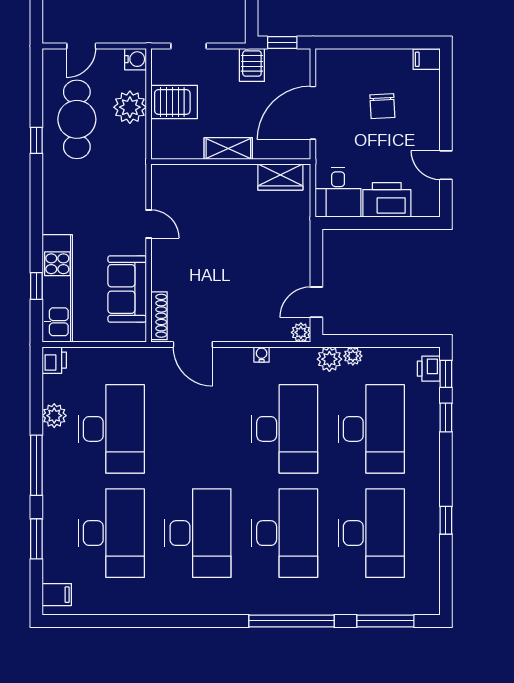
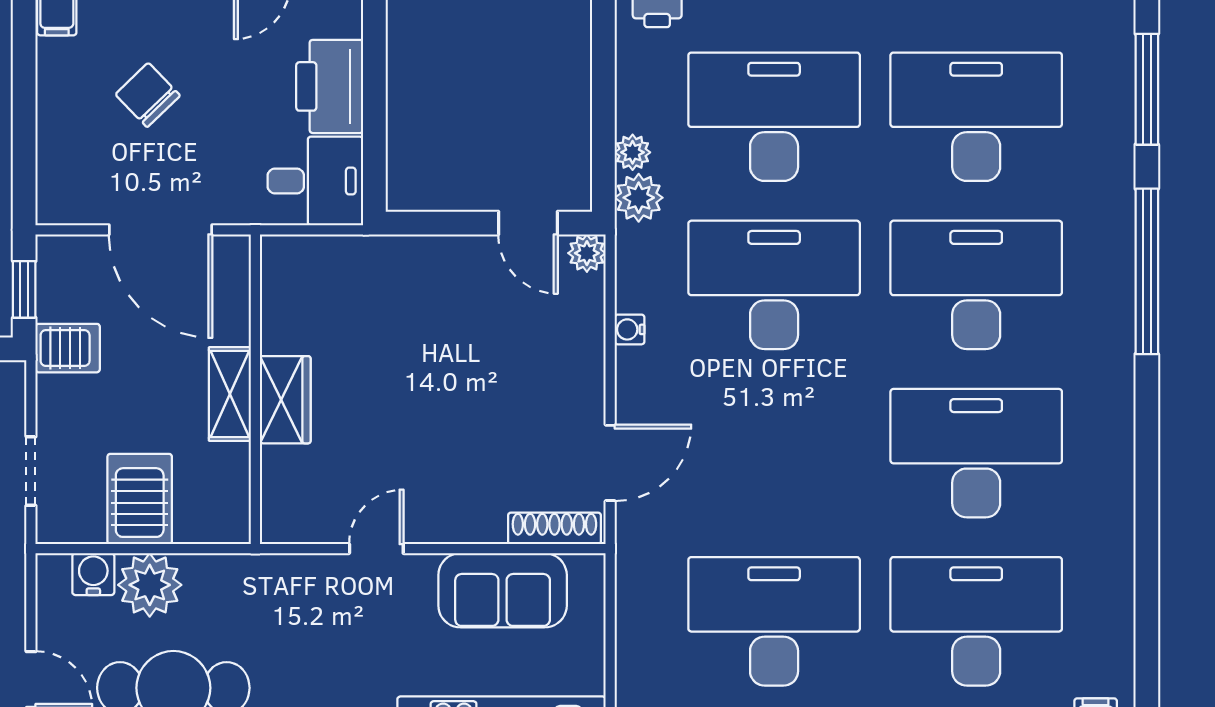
water cooler: (135, 59) -> (93, 574), moved
chair: (382, 106) -> (148, 95), turned -131
wardrobe: (280, 177) -> (285, 400), moved

